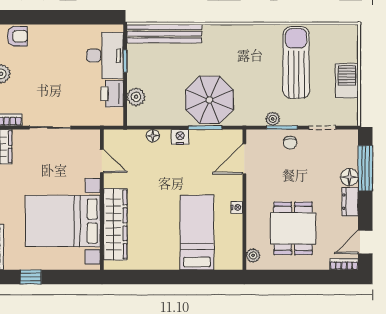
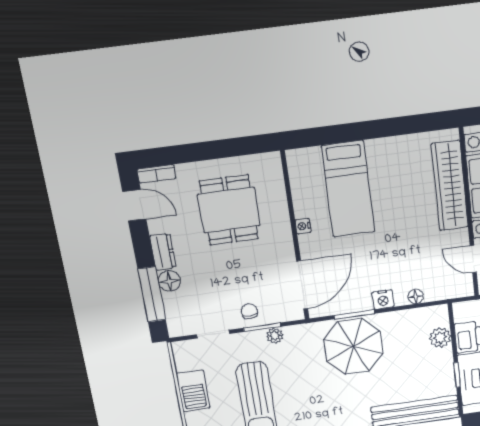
door: (244, 159) -> (302, 285), width x1.36
door: (365, 242) -> (134, 205), hinge flipped
plant: (253, 255) -> (274, 170), removed

